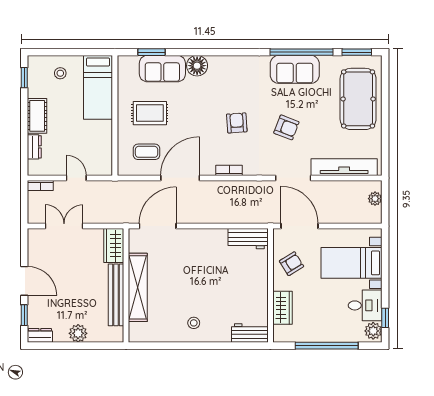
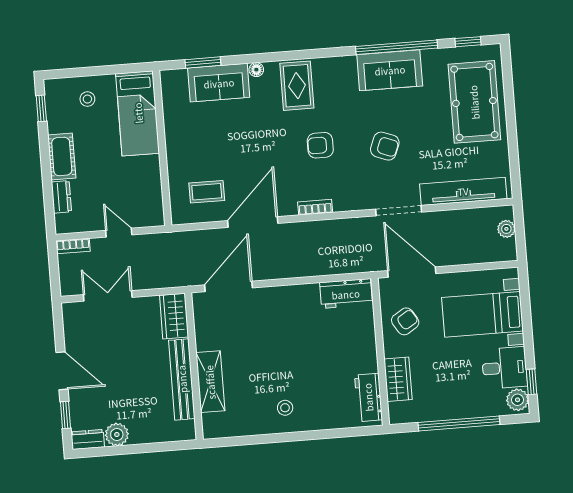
window: (357, 52) -> (468, 42), width x0.67
floor lamp: (197, 66) -> (256, 70), width x0.53, depth x0.53
rug: (150, 113) -> (297, 86), moved, turned 90
armchair: (237, 123) -> (320, 145), turned -86
shelving: (138, 287) -> (210, 382), width x0.68
plant: (78, 333) -> (117, 434), moved
workbench: (250, 333) -> (368, 397), moved, turned -90

